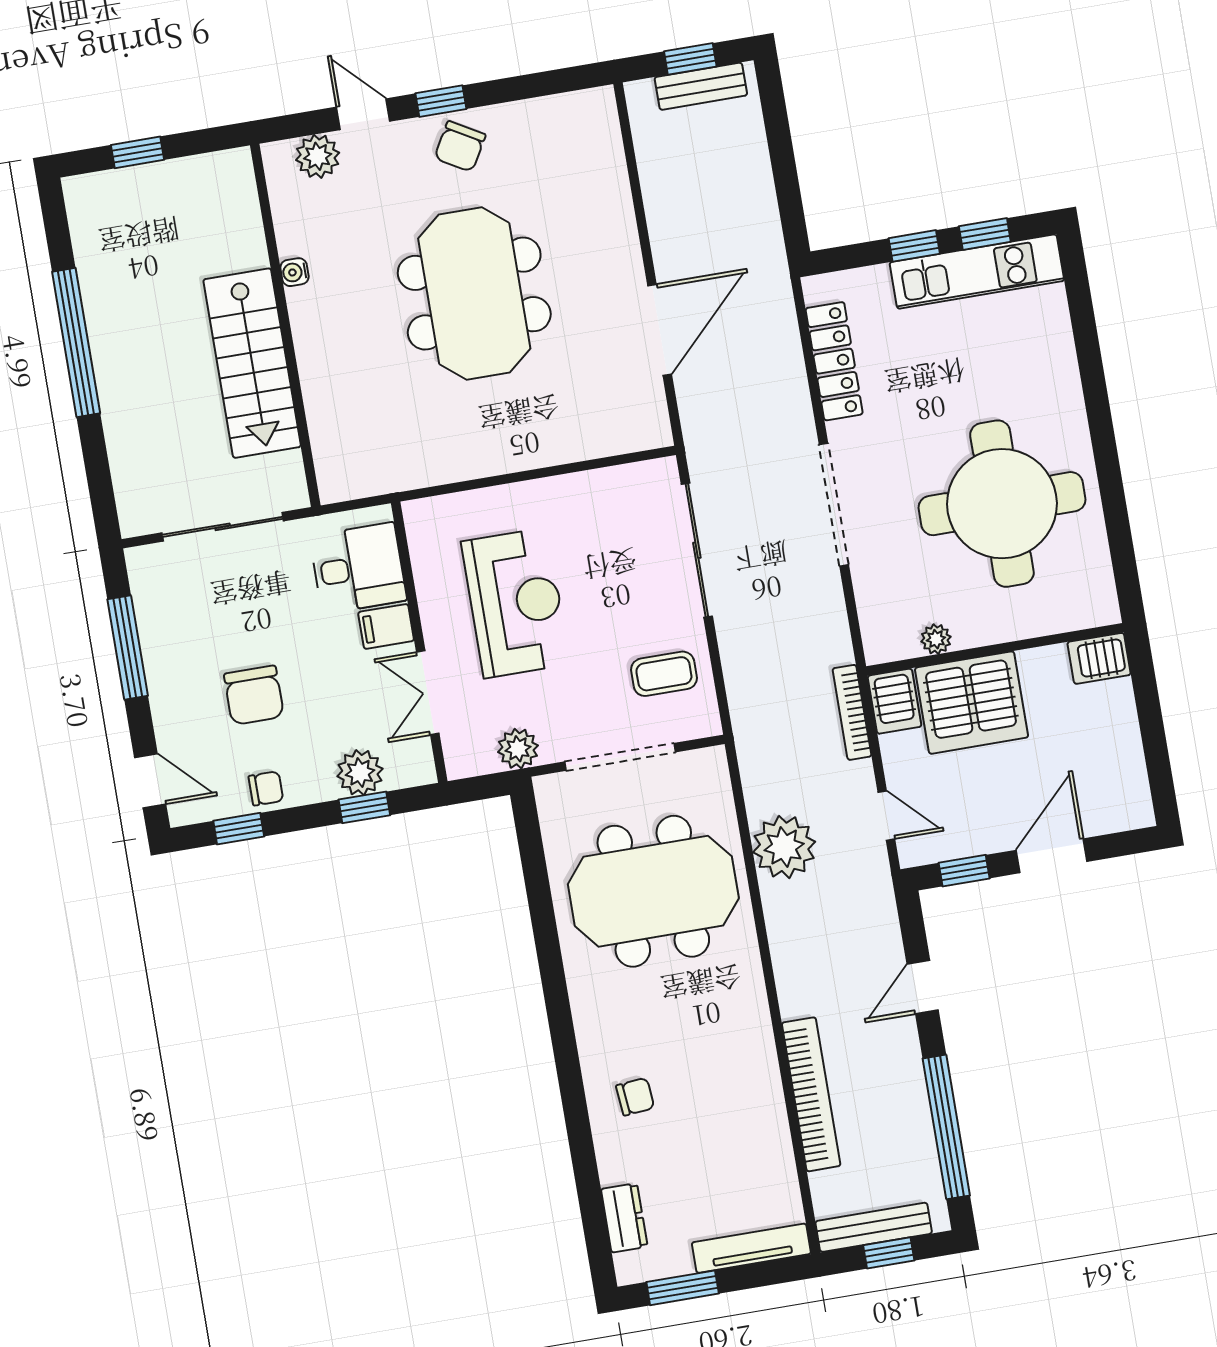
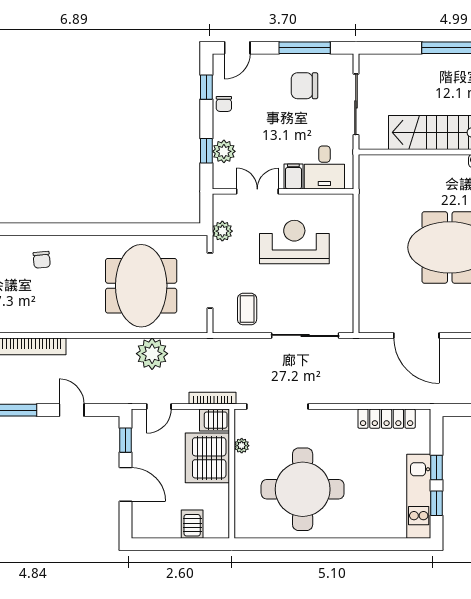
doorway: (834, 505) -> (277, 407), moved
reception desk: (516, 603) -> (294, 242), turned 180
server rack: (1099, 658) -> (192, 524), moved
chair: (254, 695) -> (304, 86), moved

